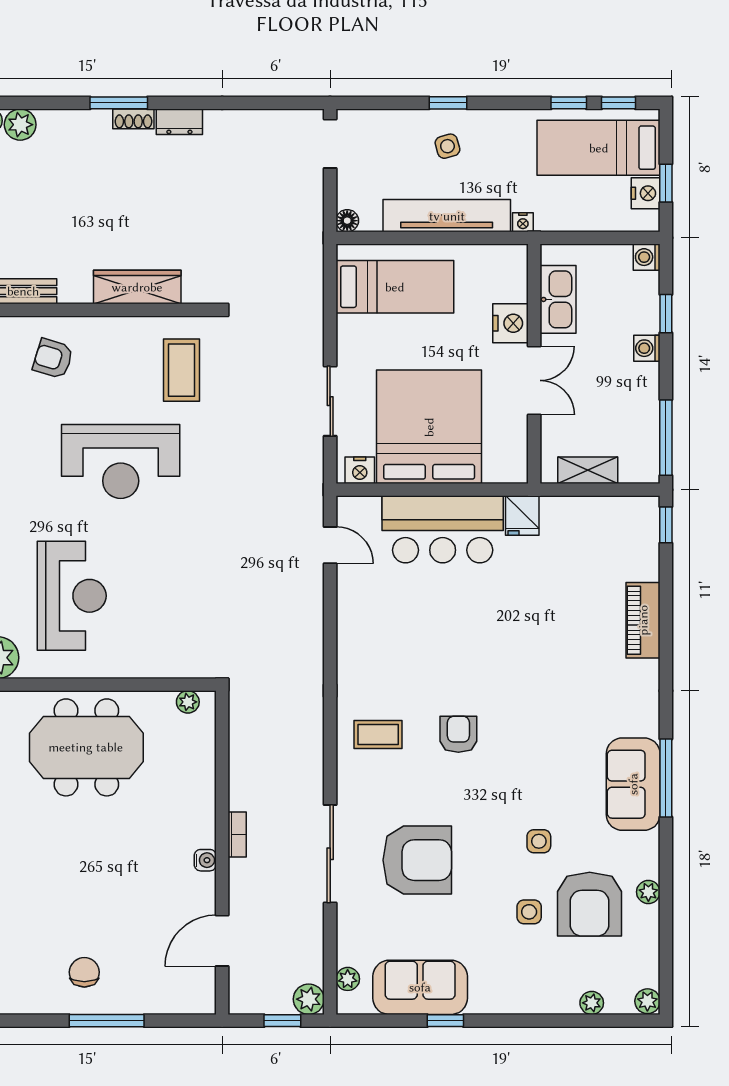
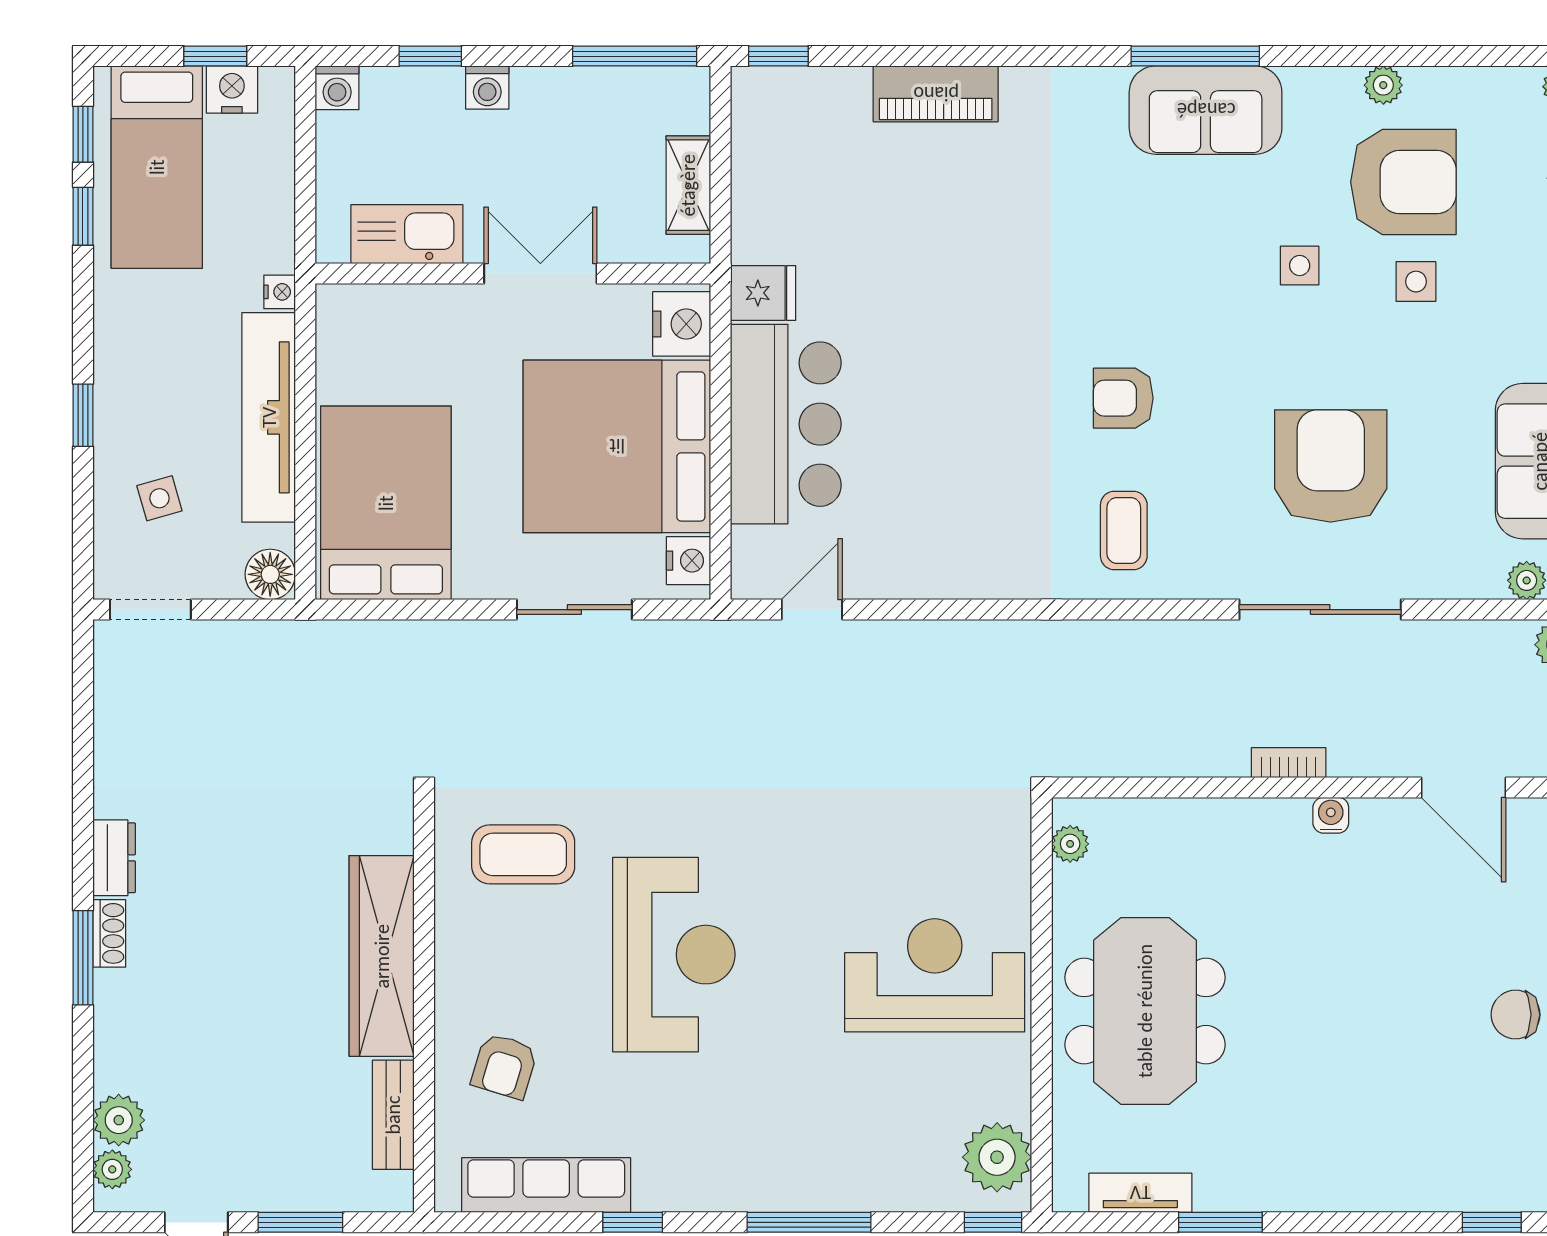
side table: (447, 146) -> (159, 498), moved
floor lamp: (347, 221) -> (270, 574), width x1.37, depth x1.37
wardrobe: (137, 287) -> (382, 956), width x1.40, depth x1.17
bed: (395, 287) -> (386, 503), width x1.50
nightstand: (510, 323) -> (682, 324), moved, turned 90
reception desk: (72, 596) -> (935, 975), moved

